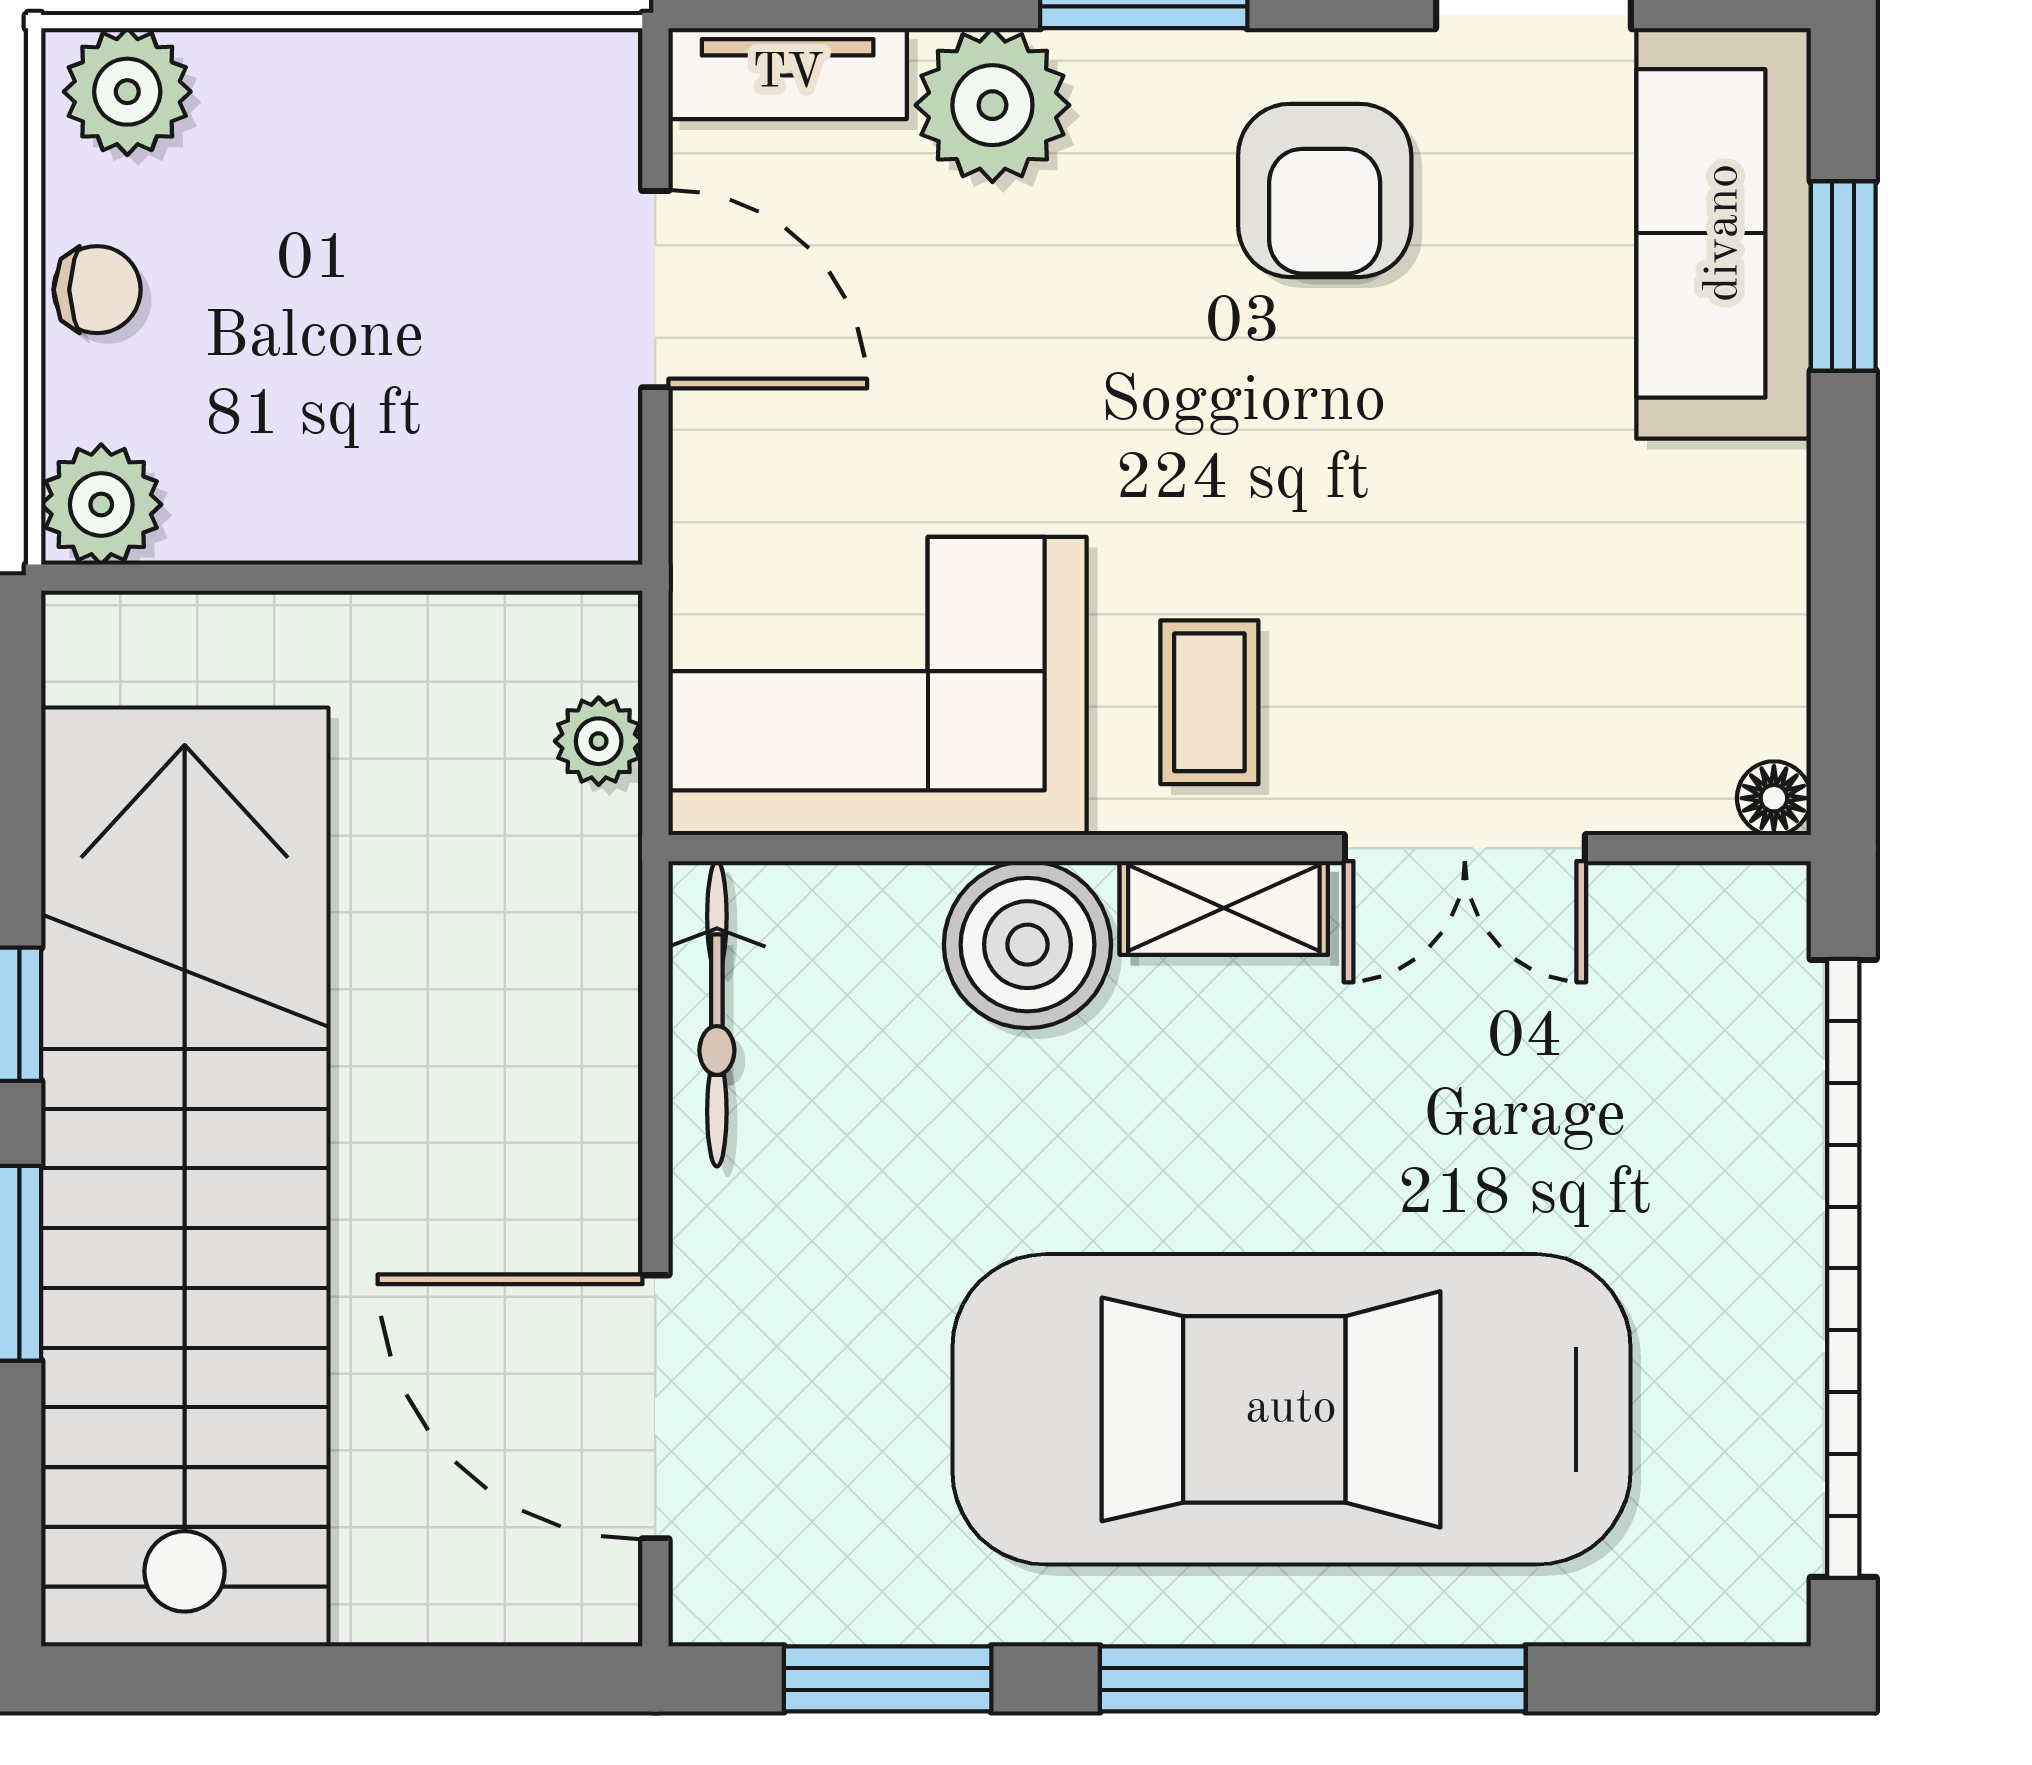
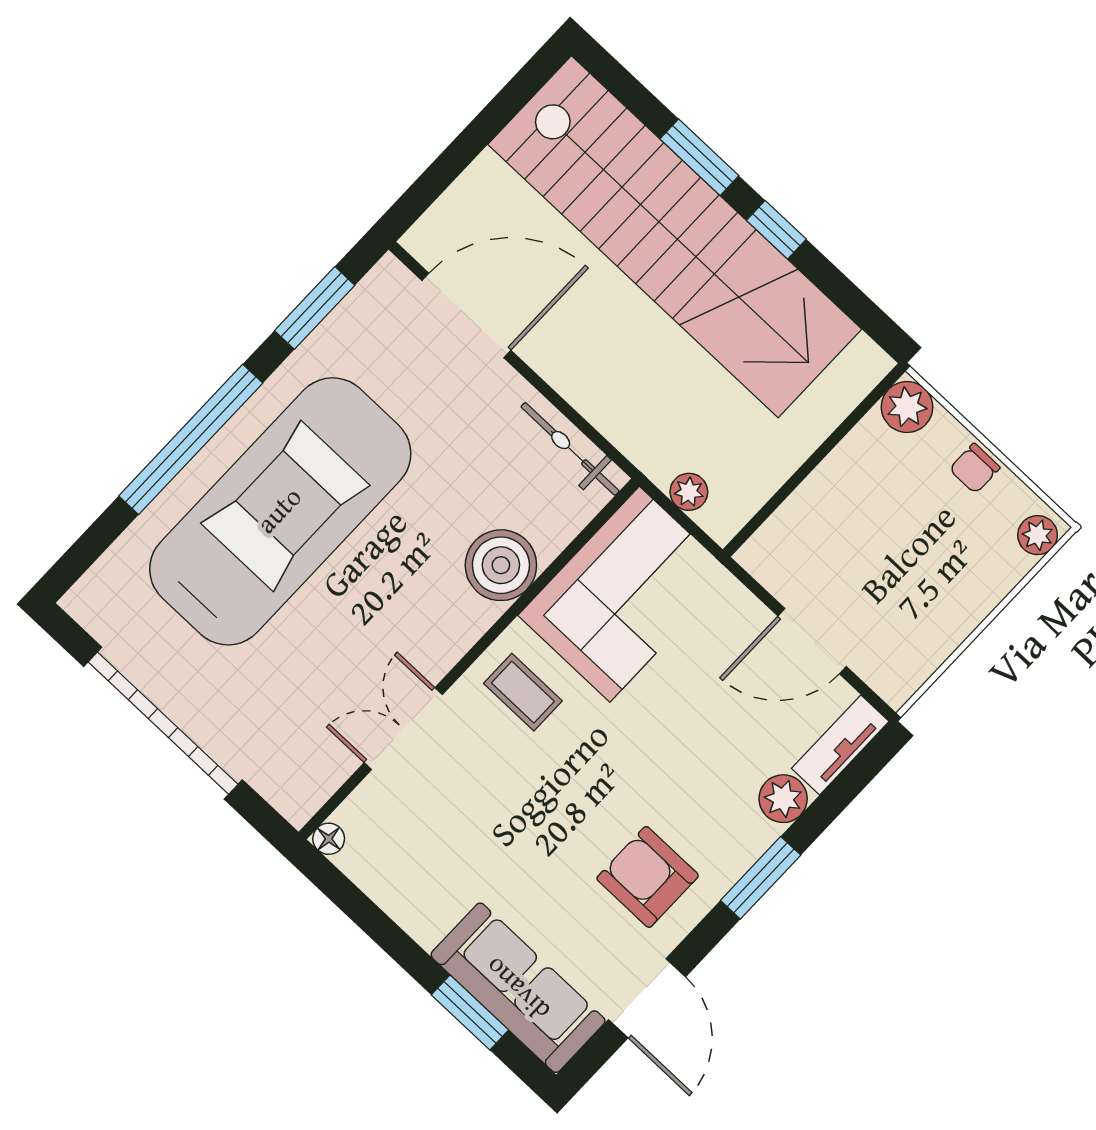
plant: (127, 92) -> (1038, 535), width x0.73, depth x0.73
plant: (992, 105) -> (783, 799), width x0.73, depth x0.73
shelving: (1224, 908) -> (455, 637), removed
garage door: (1843, 1268) -> (163, 723), width x0.73

